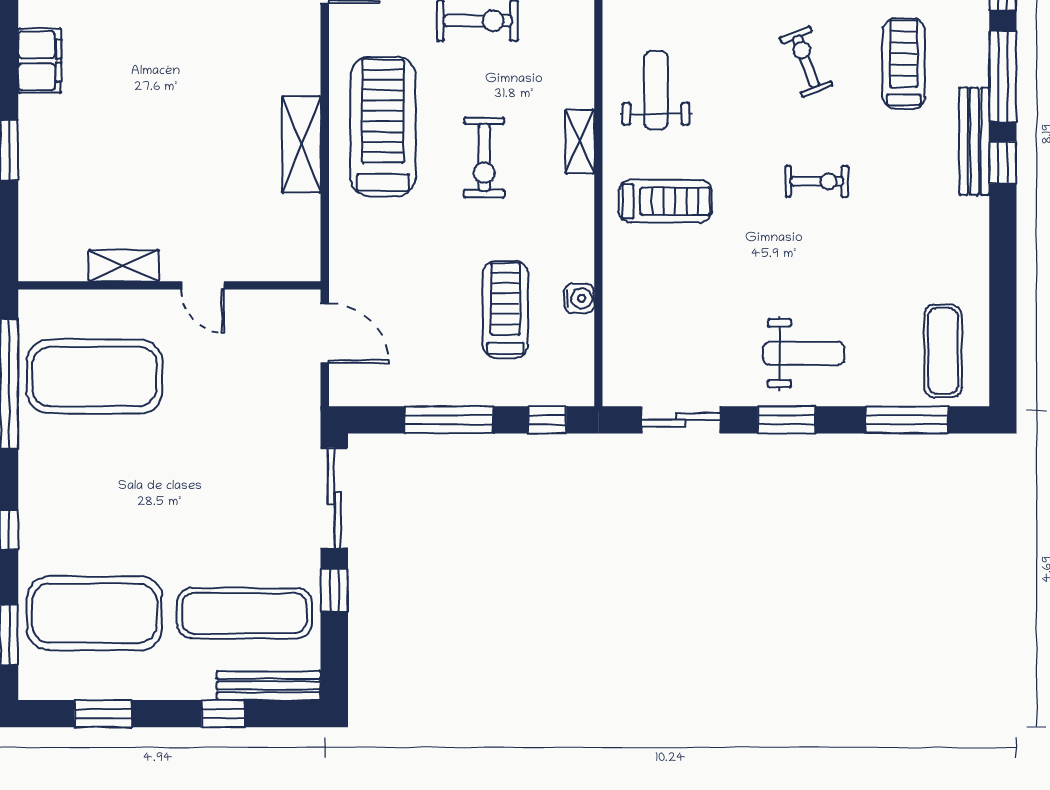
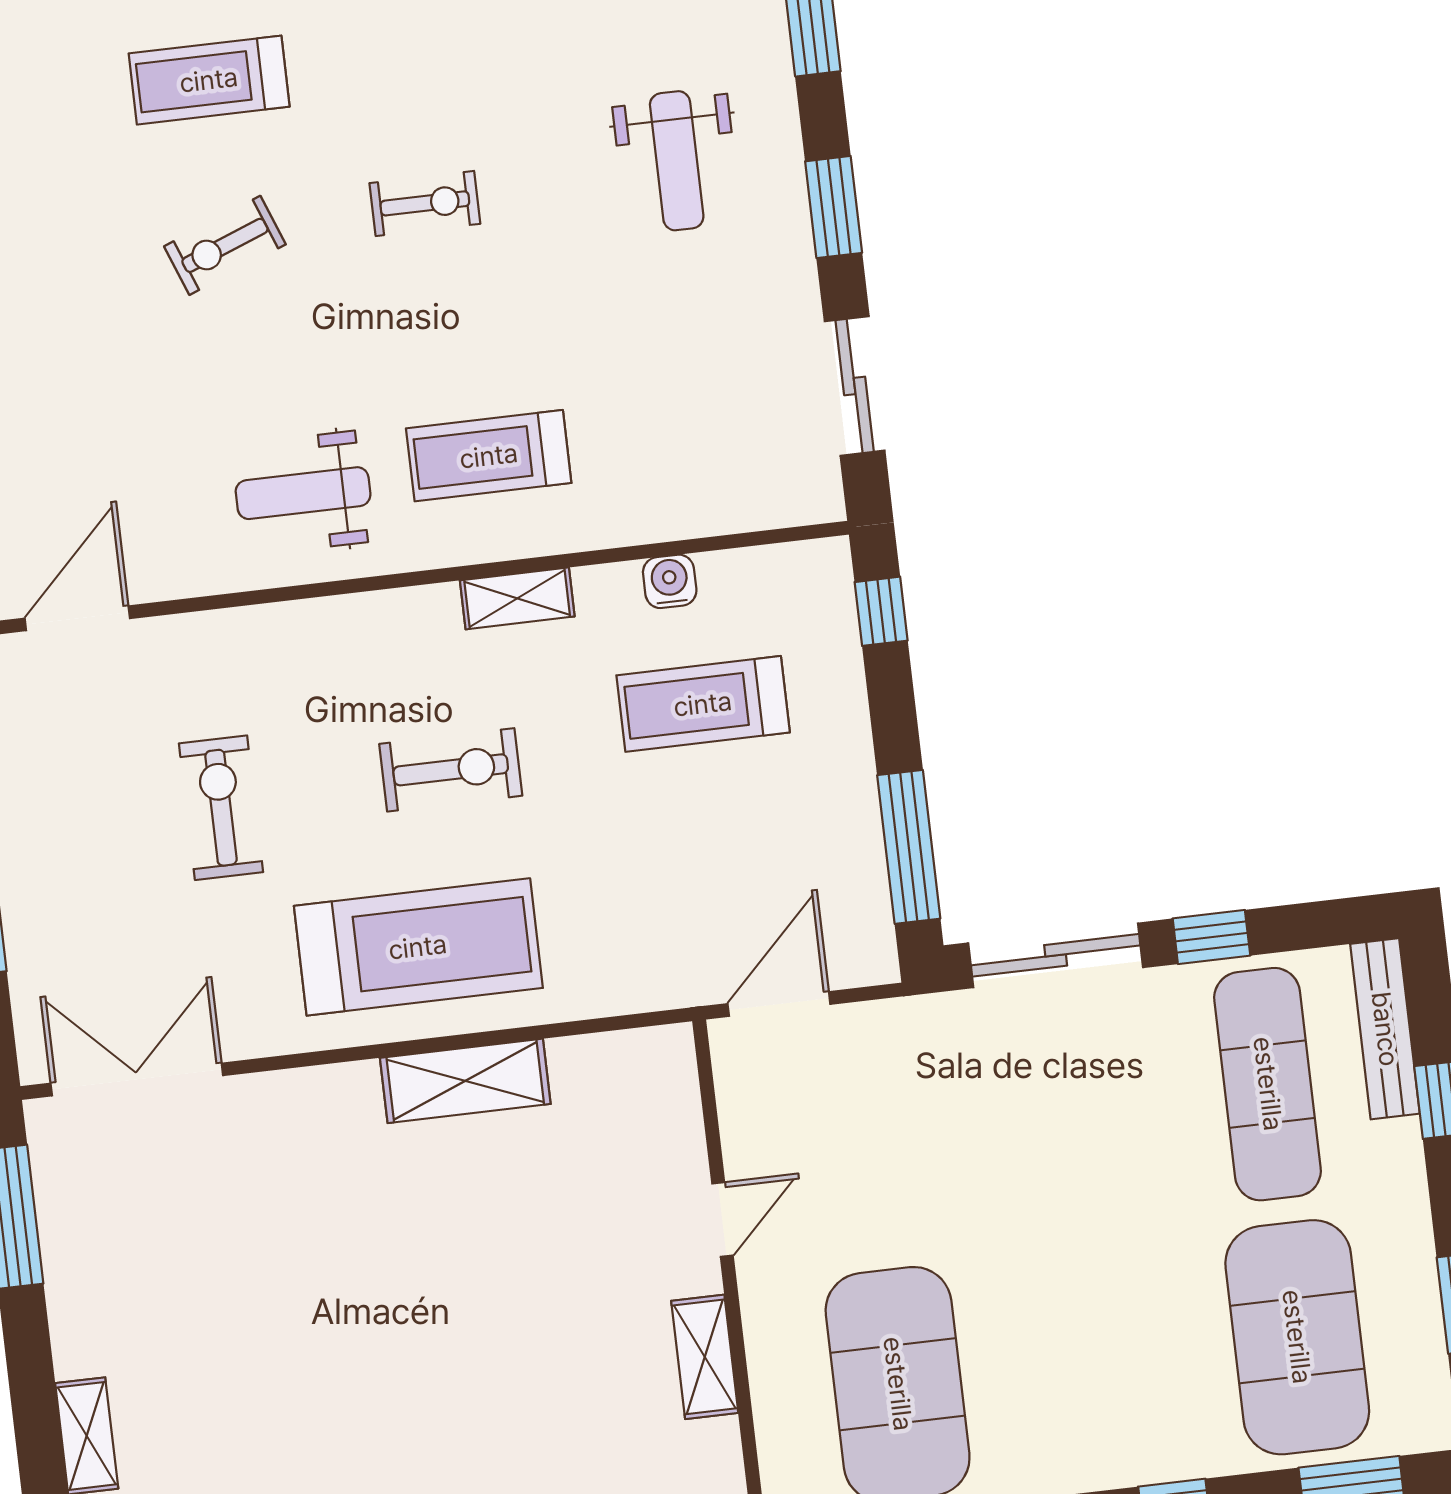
treadmill: (383, 126) -> (418, 947), turned 180
shelving: (580, 142) -> (517, 598), moved
exercise bike: (817, 181) -> (425, 203), turned 90
treadmill: (665, 201) -> (489, 456), turned -90
weight bench: (804, 353) -> (677, 161), moved, turned 180
window: (449, 420) -> (909, 847), moved

